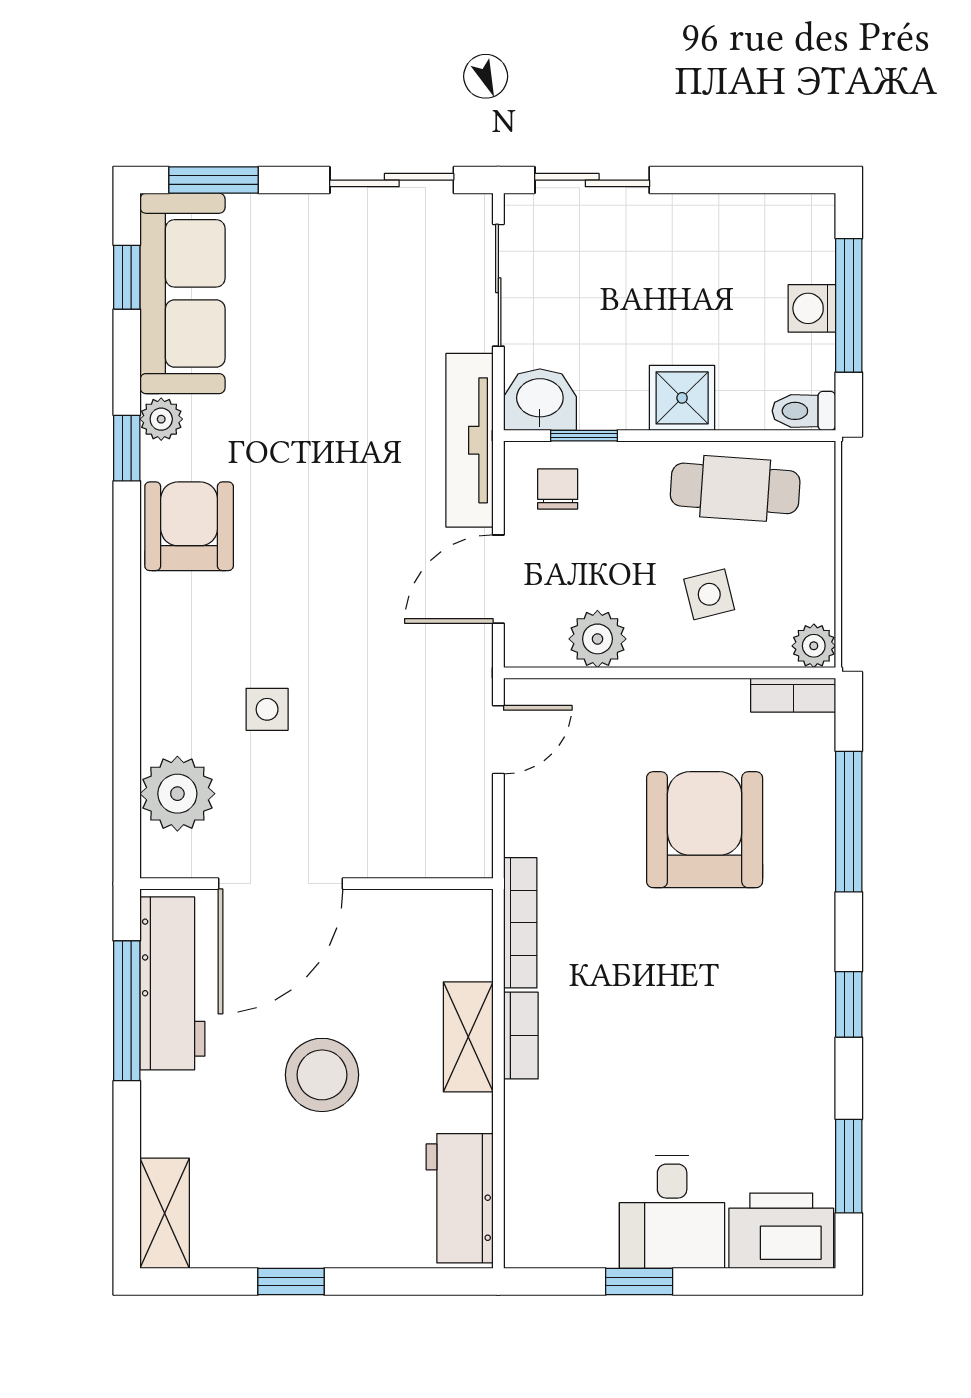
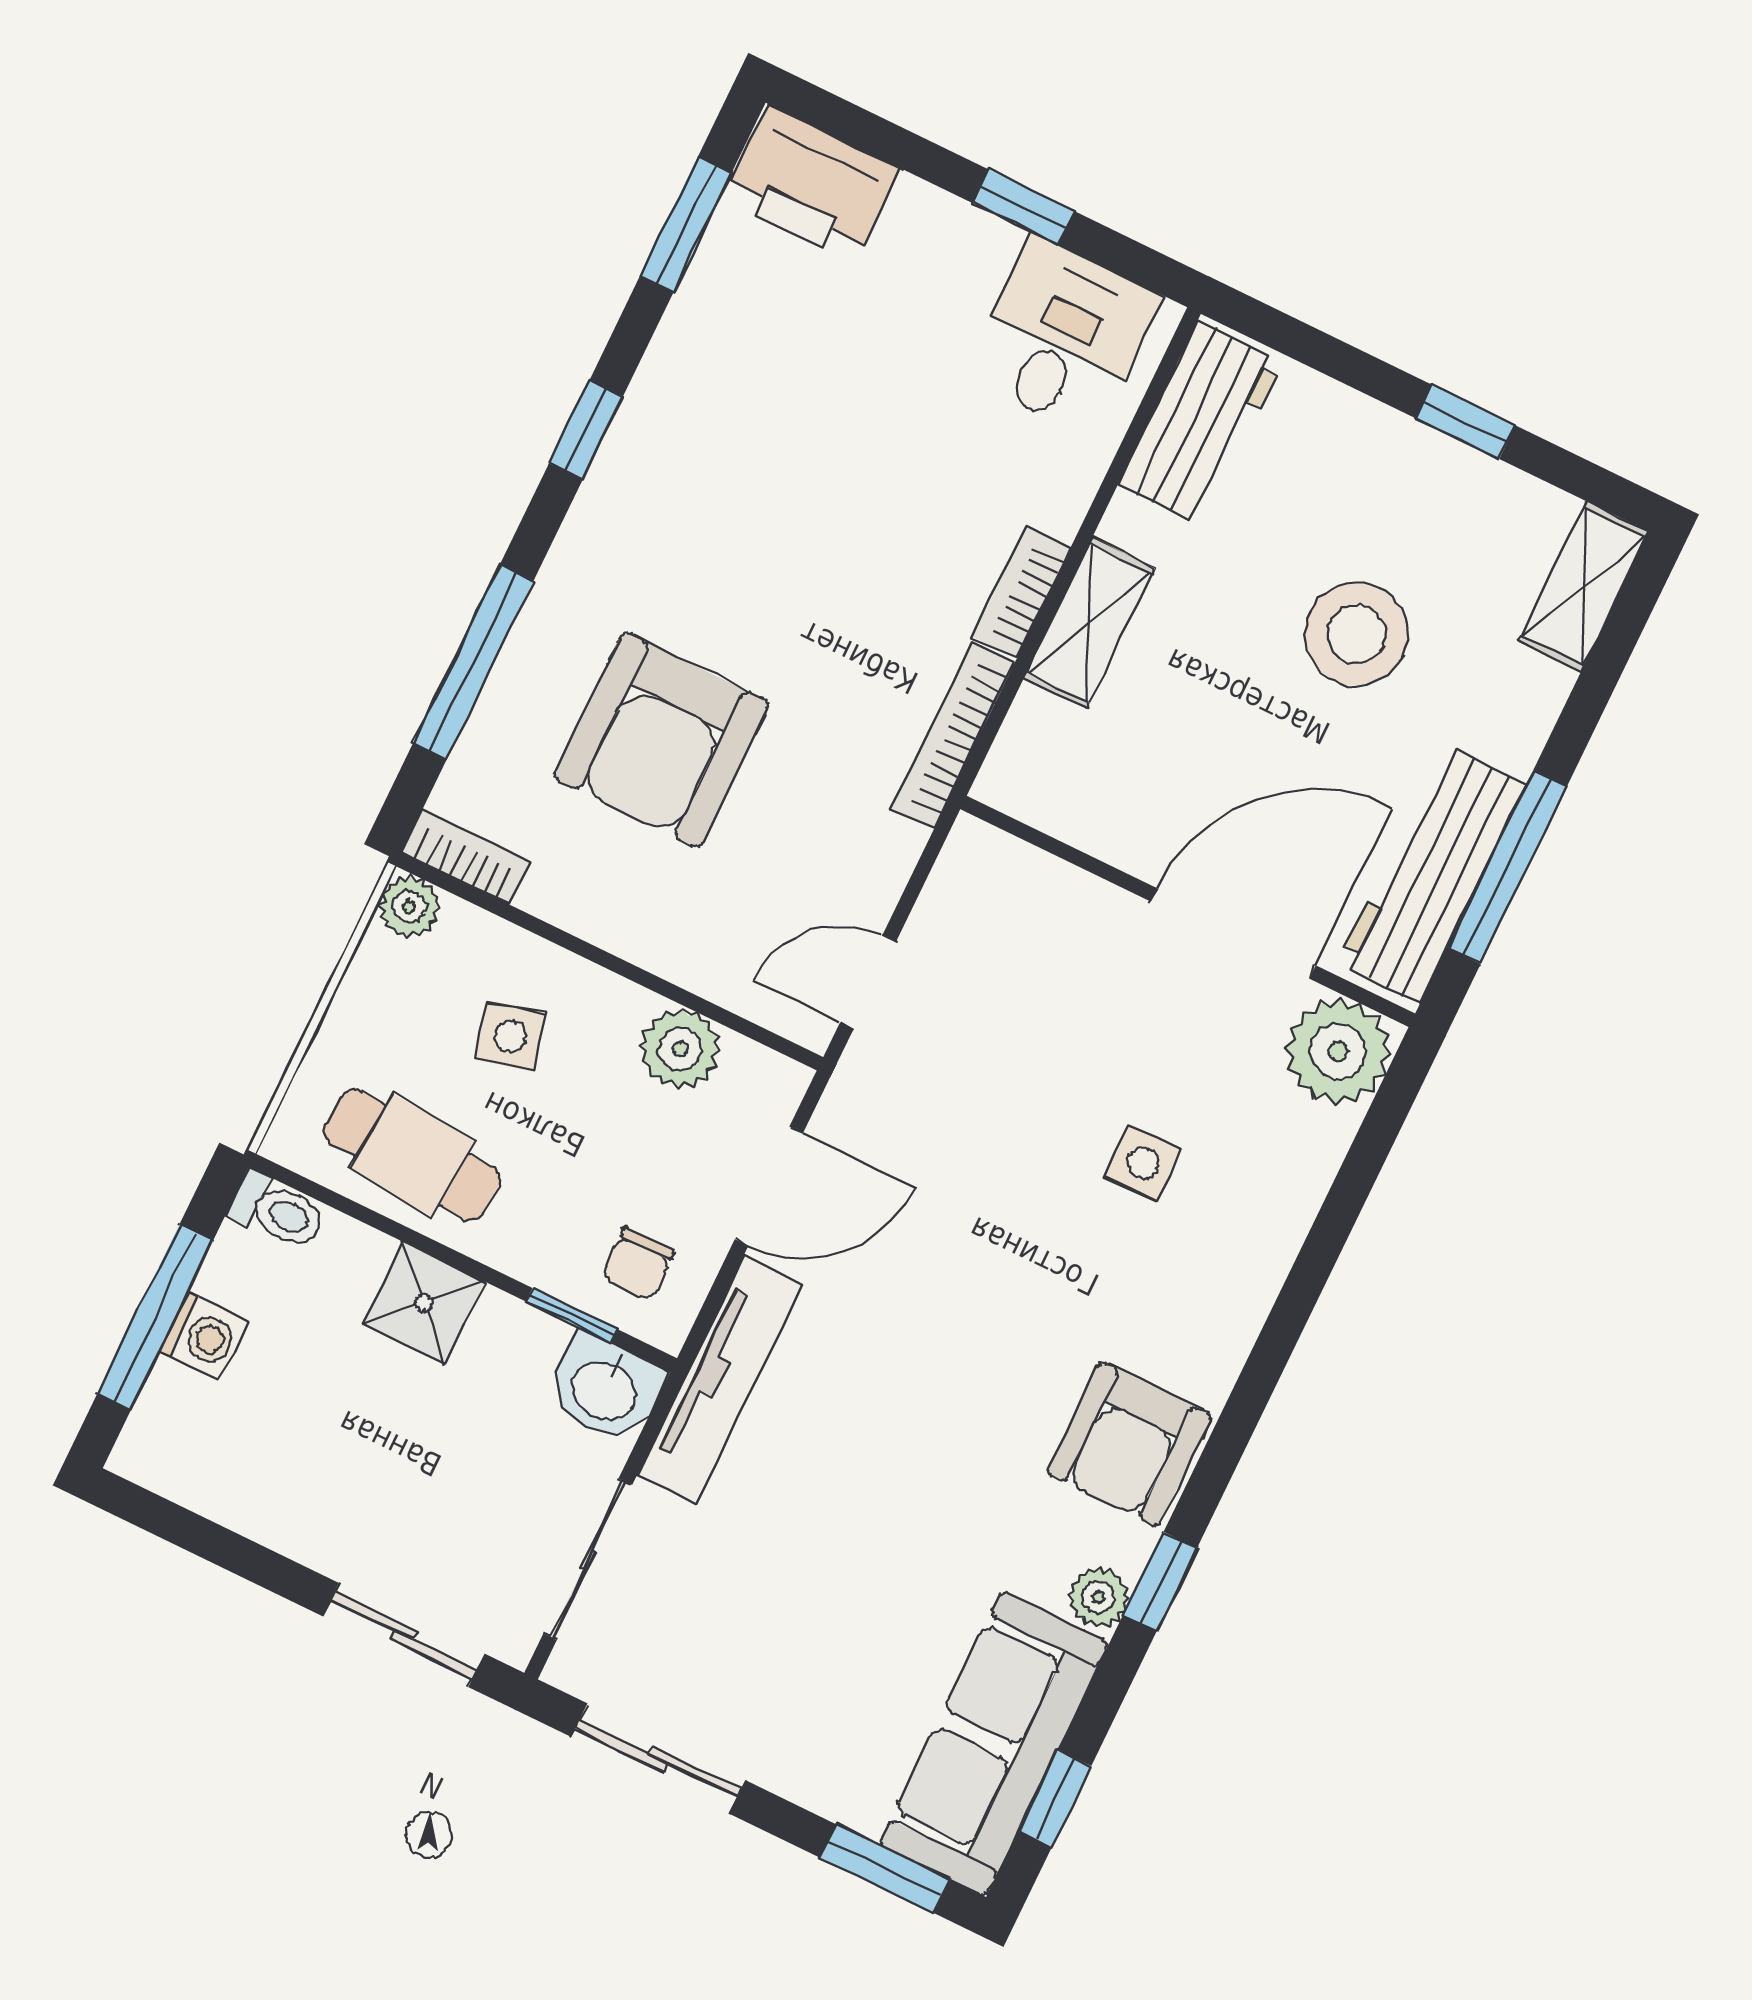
plant: (177, 794) -> (1338, 1051), moved
stool: (322, 1075) -> (1356, 634), moved
desk: (672, 1212) -> (1063, 336), moved

